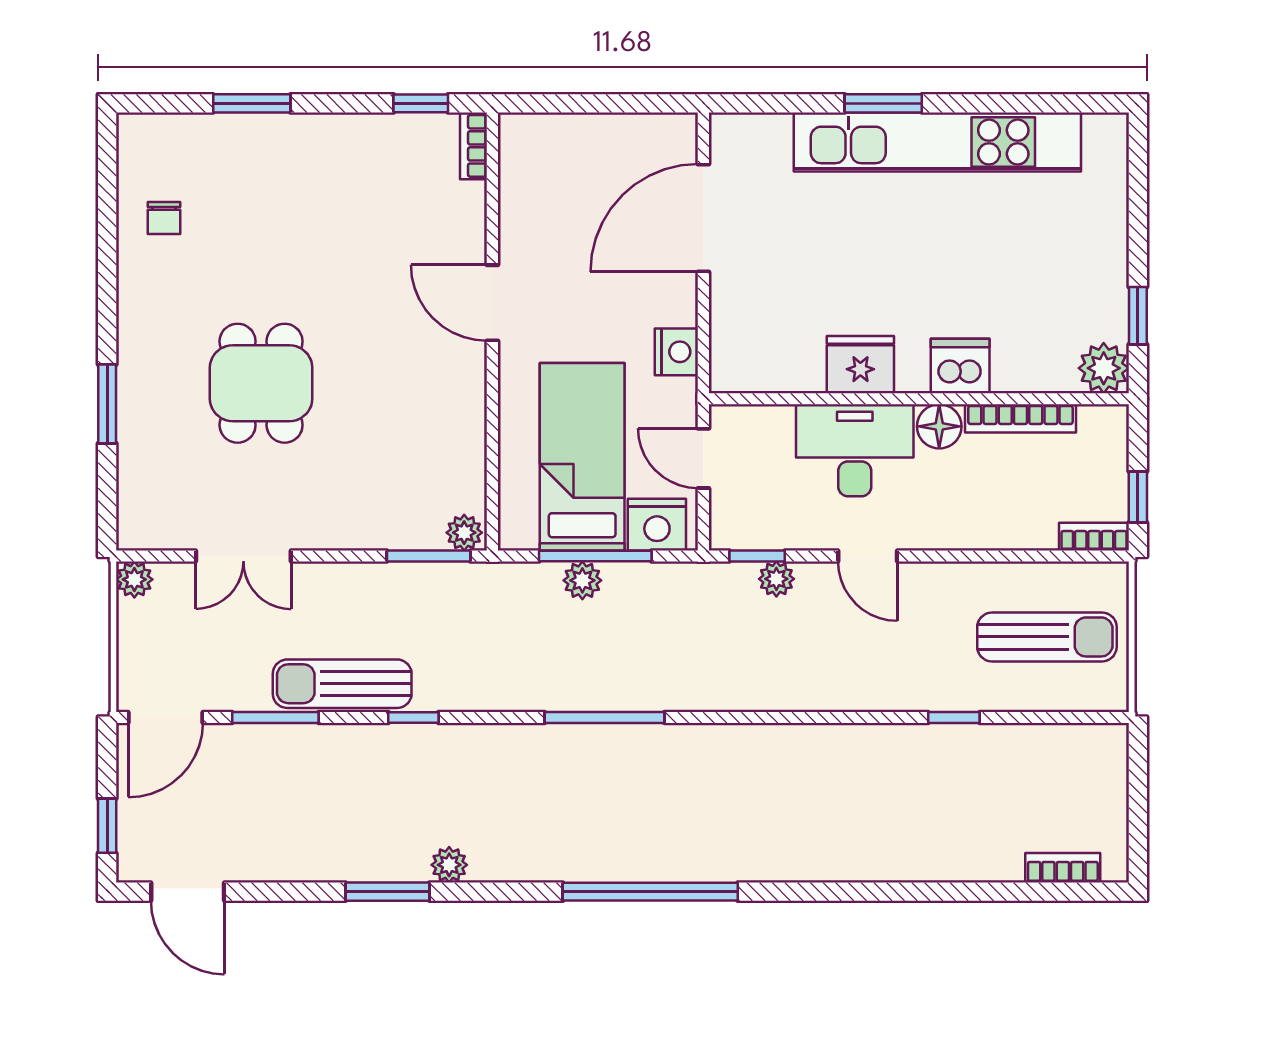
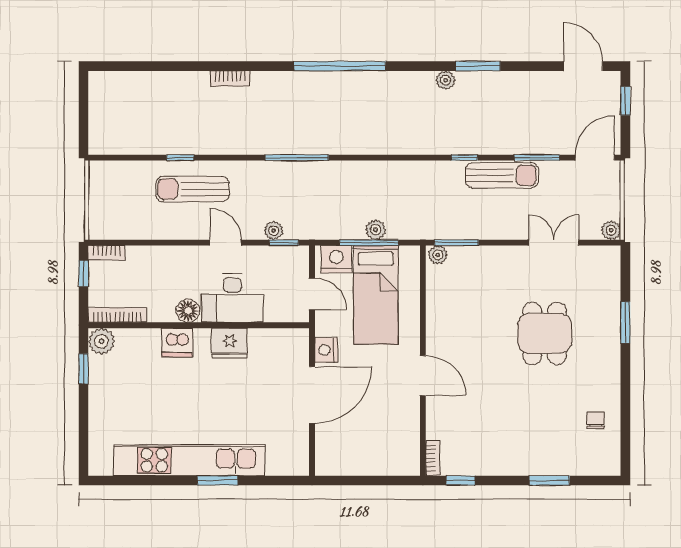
door: (703, 218) -> (312, 395), moved
bookcase: (1020, 418) -> (117, 315), moved
sun lounger: (1047, 637) -> (192, 189), moved
window: (604, 718) -> (297, 158), moved
bookcase: (1063, 868) -> (230, 79), moved

